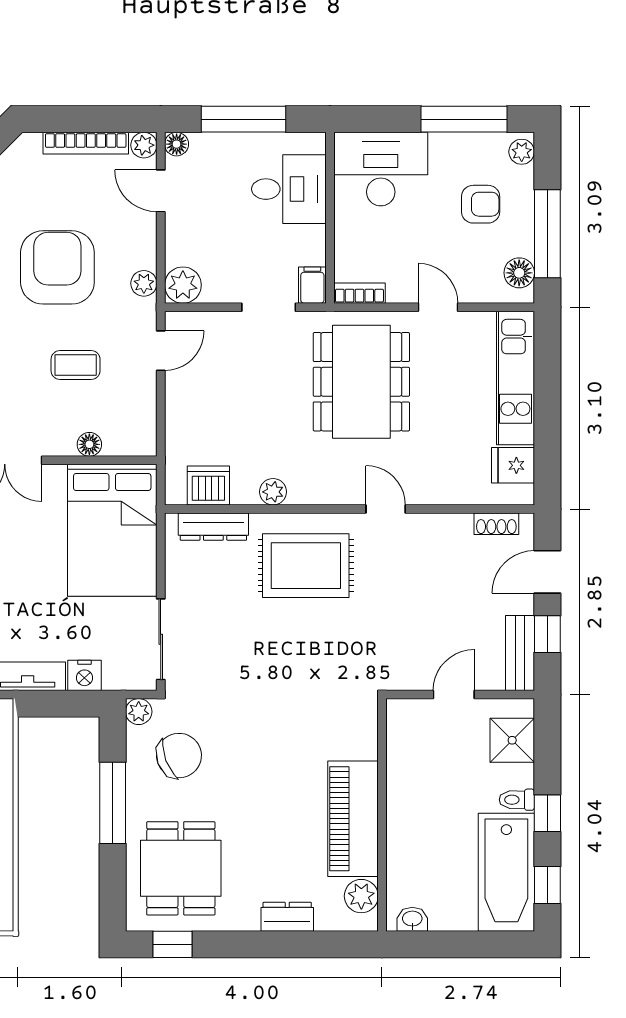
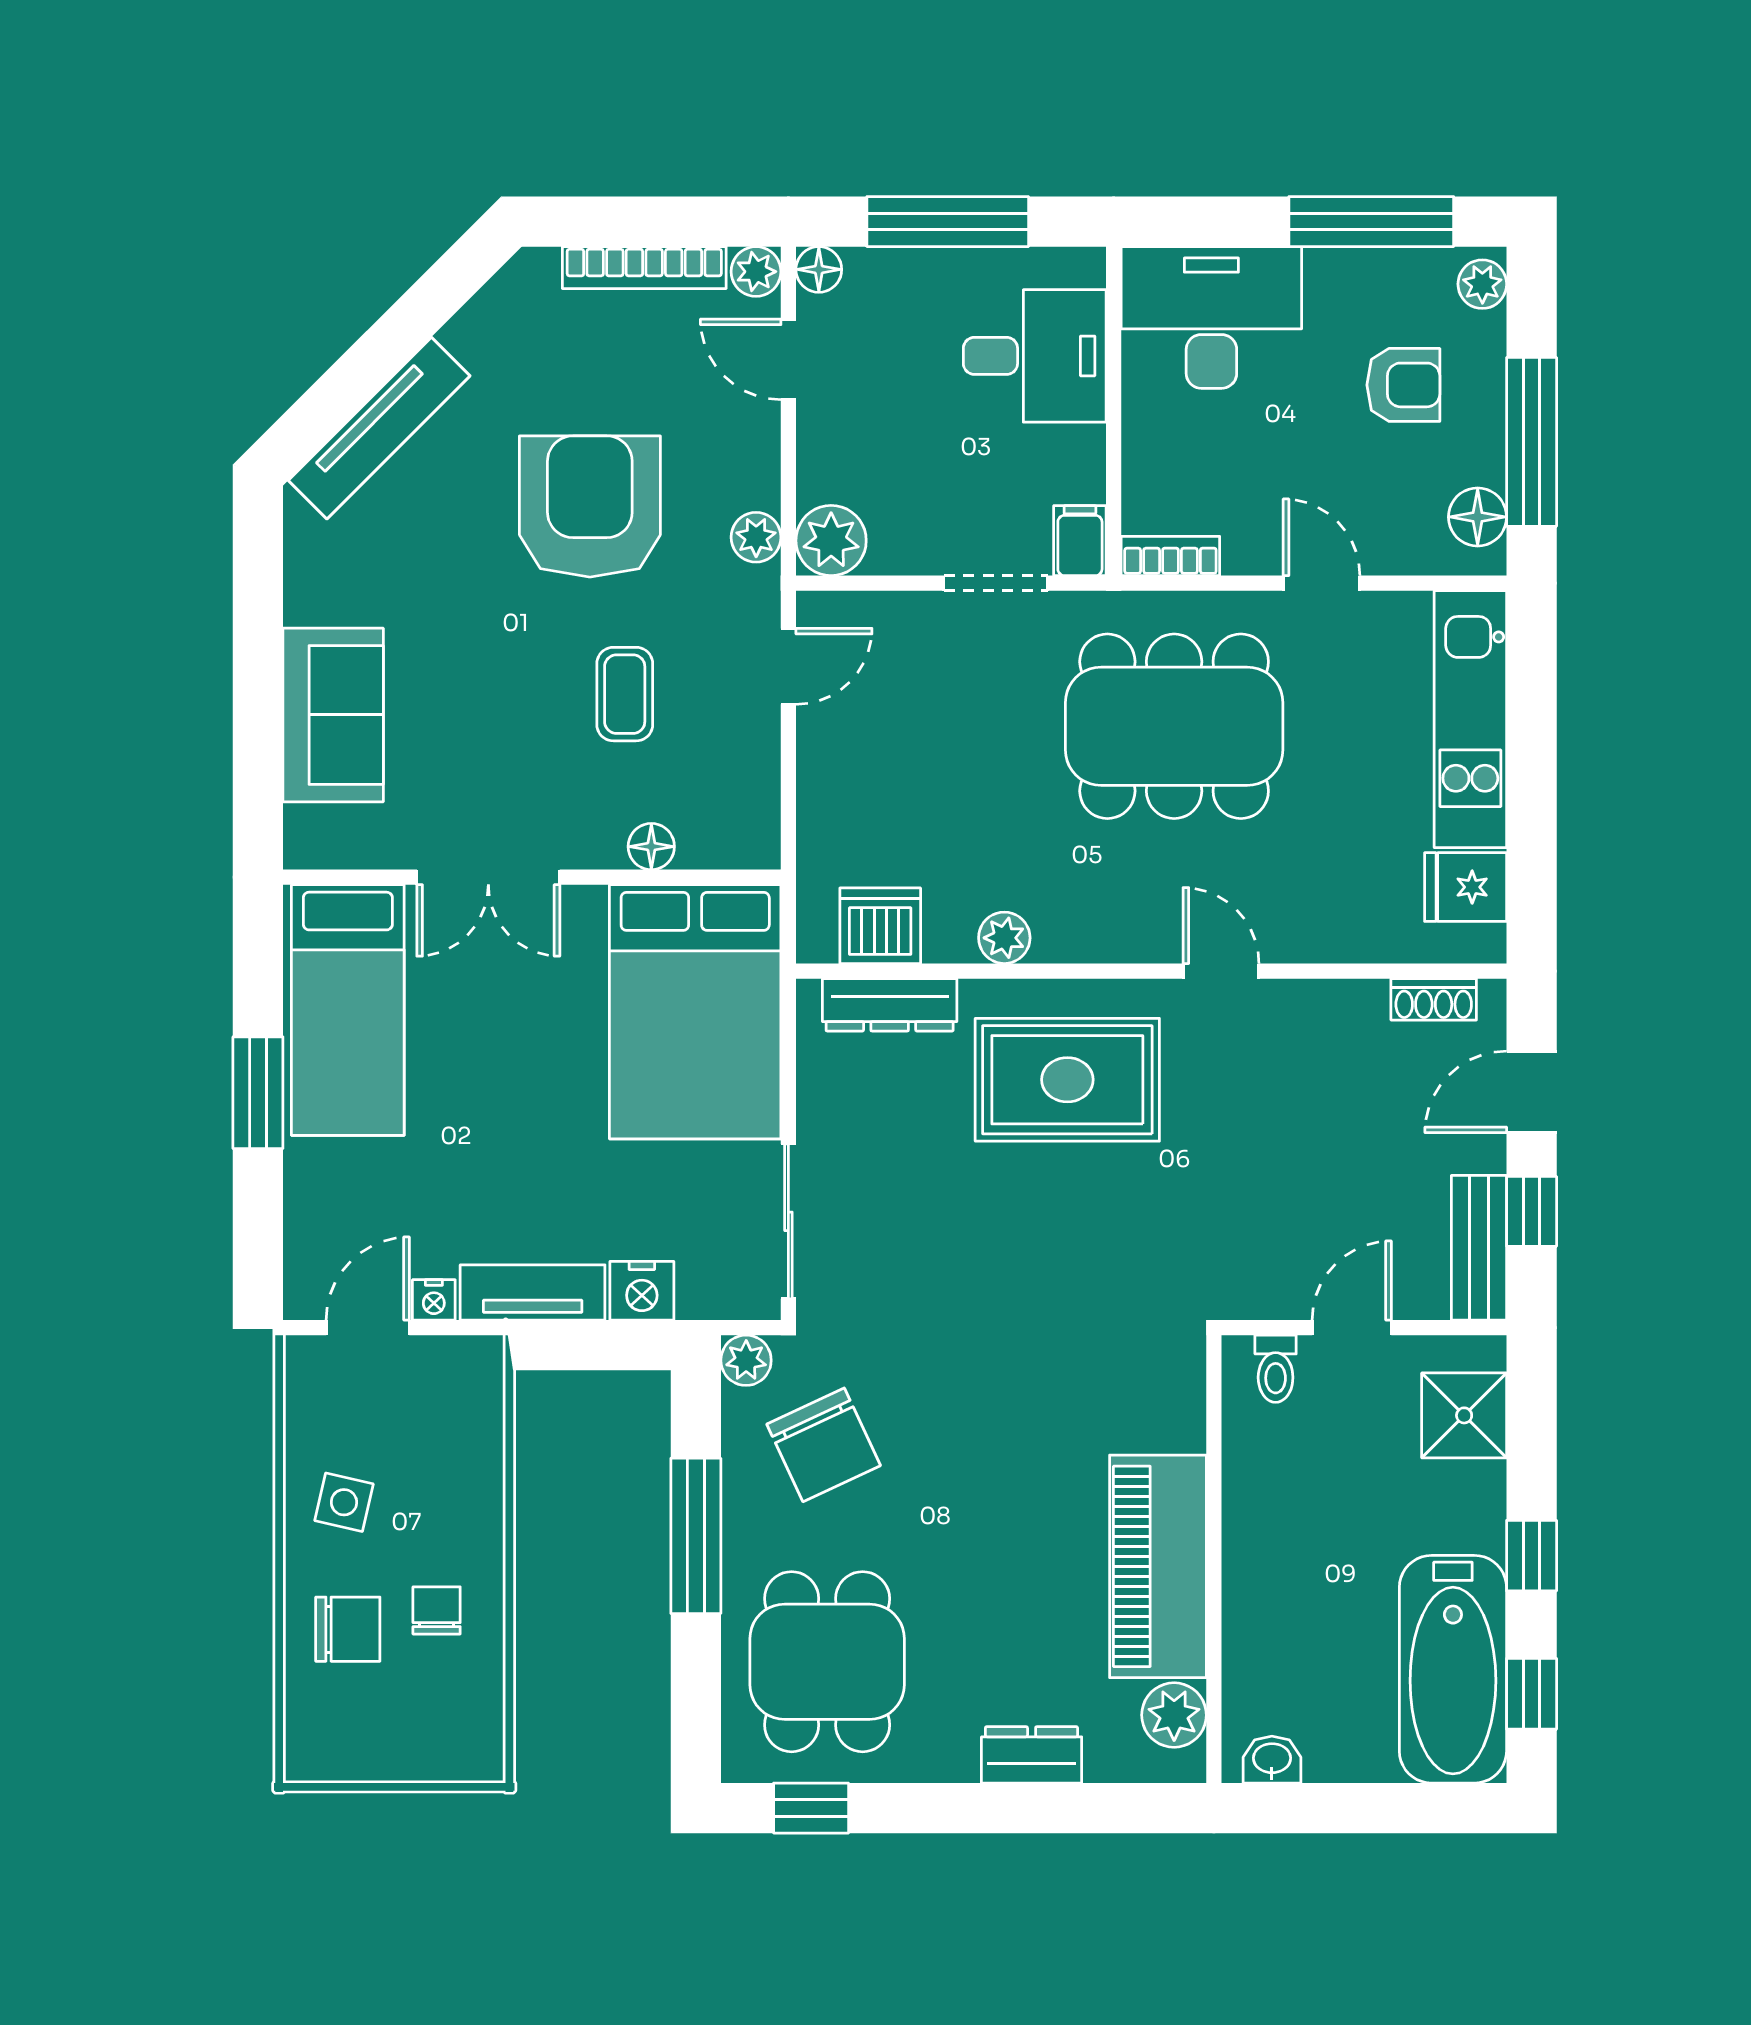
coffee table: (76, 365) -> (625, 694), turned 90
dining table: (361, 382) -> (1174, 726), turned 90
chair: (179, 756) -> (824, 1445), turned 86
toilet: (517, 800) -> (1276, 1369), moved, turned -90

